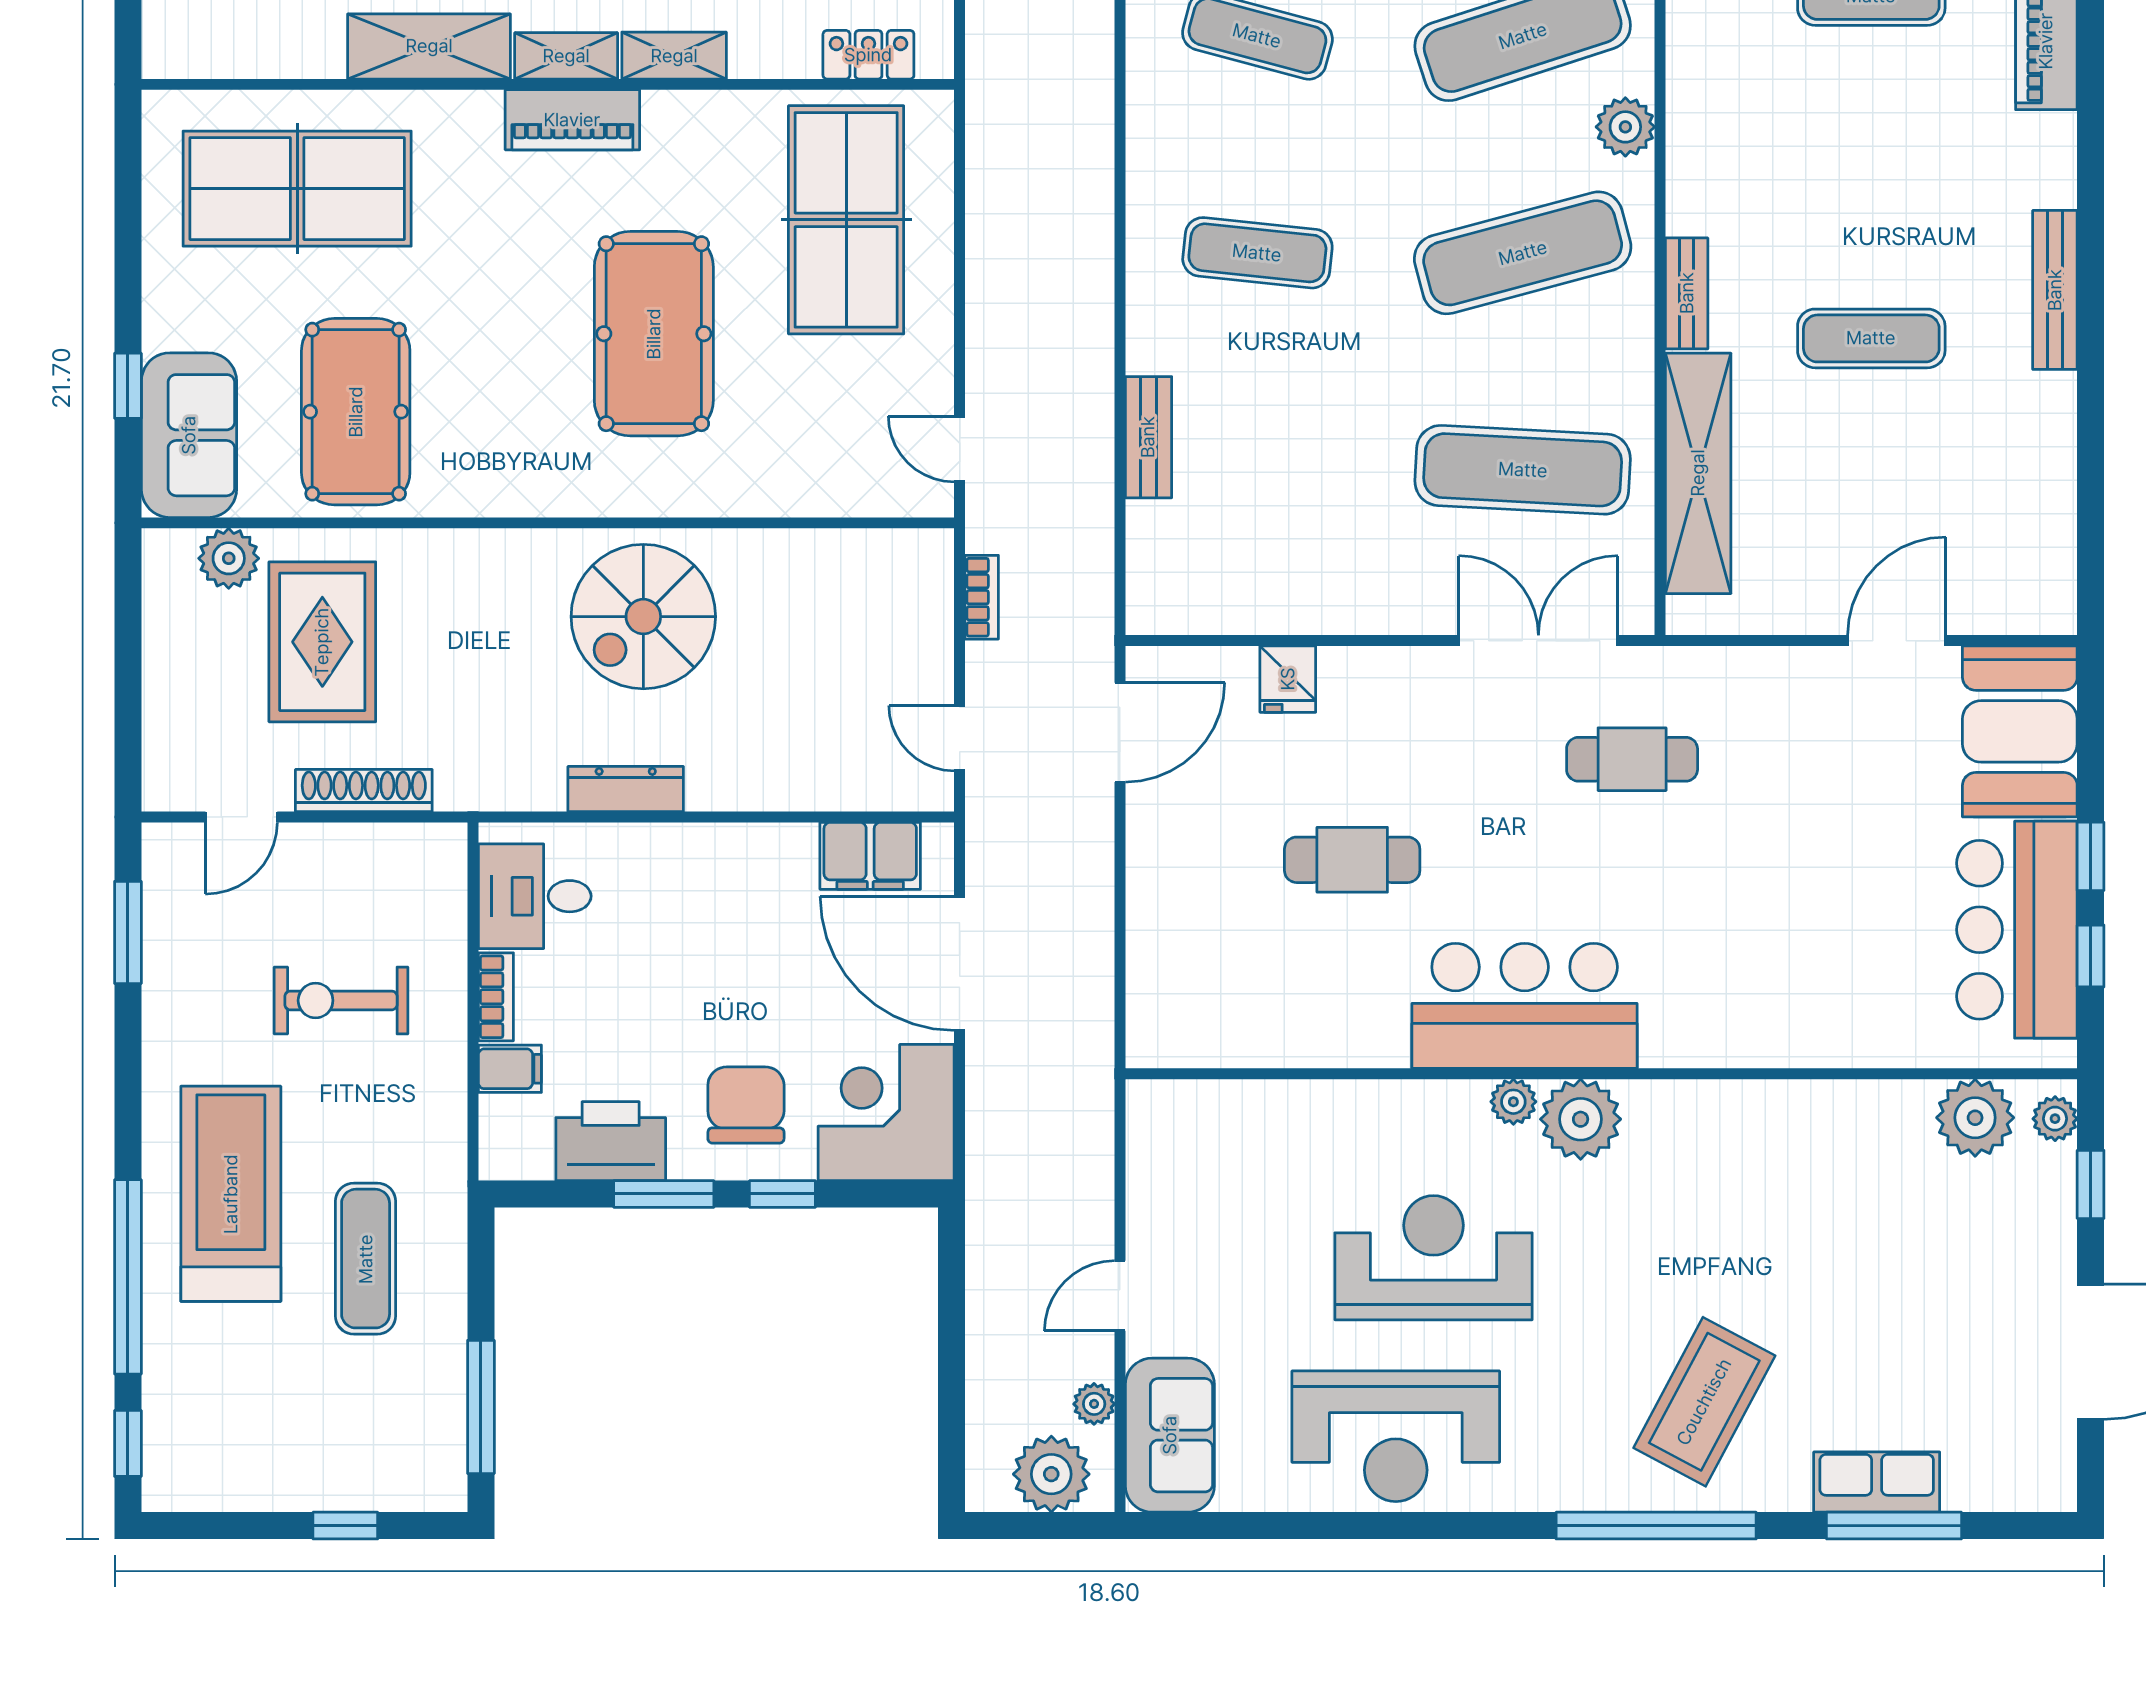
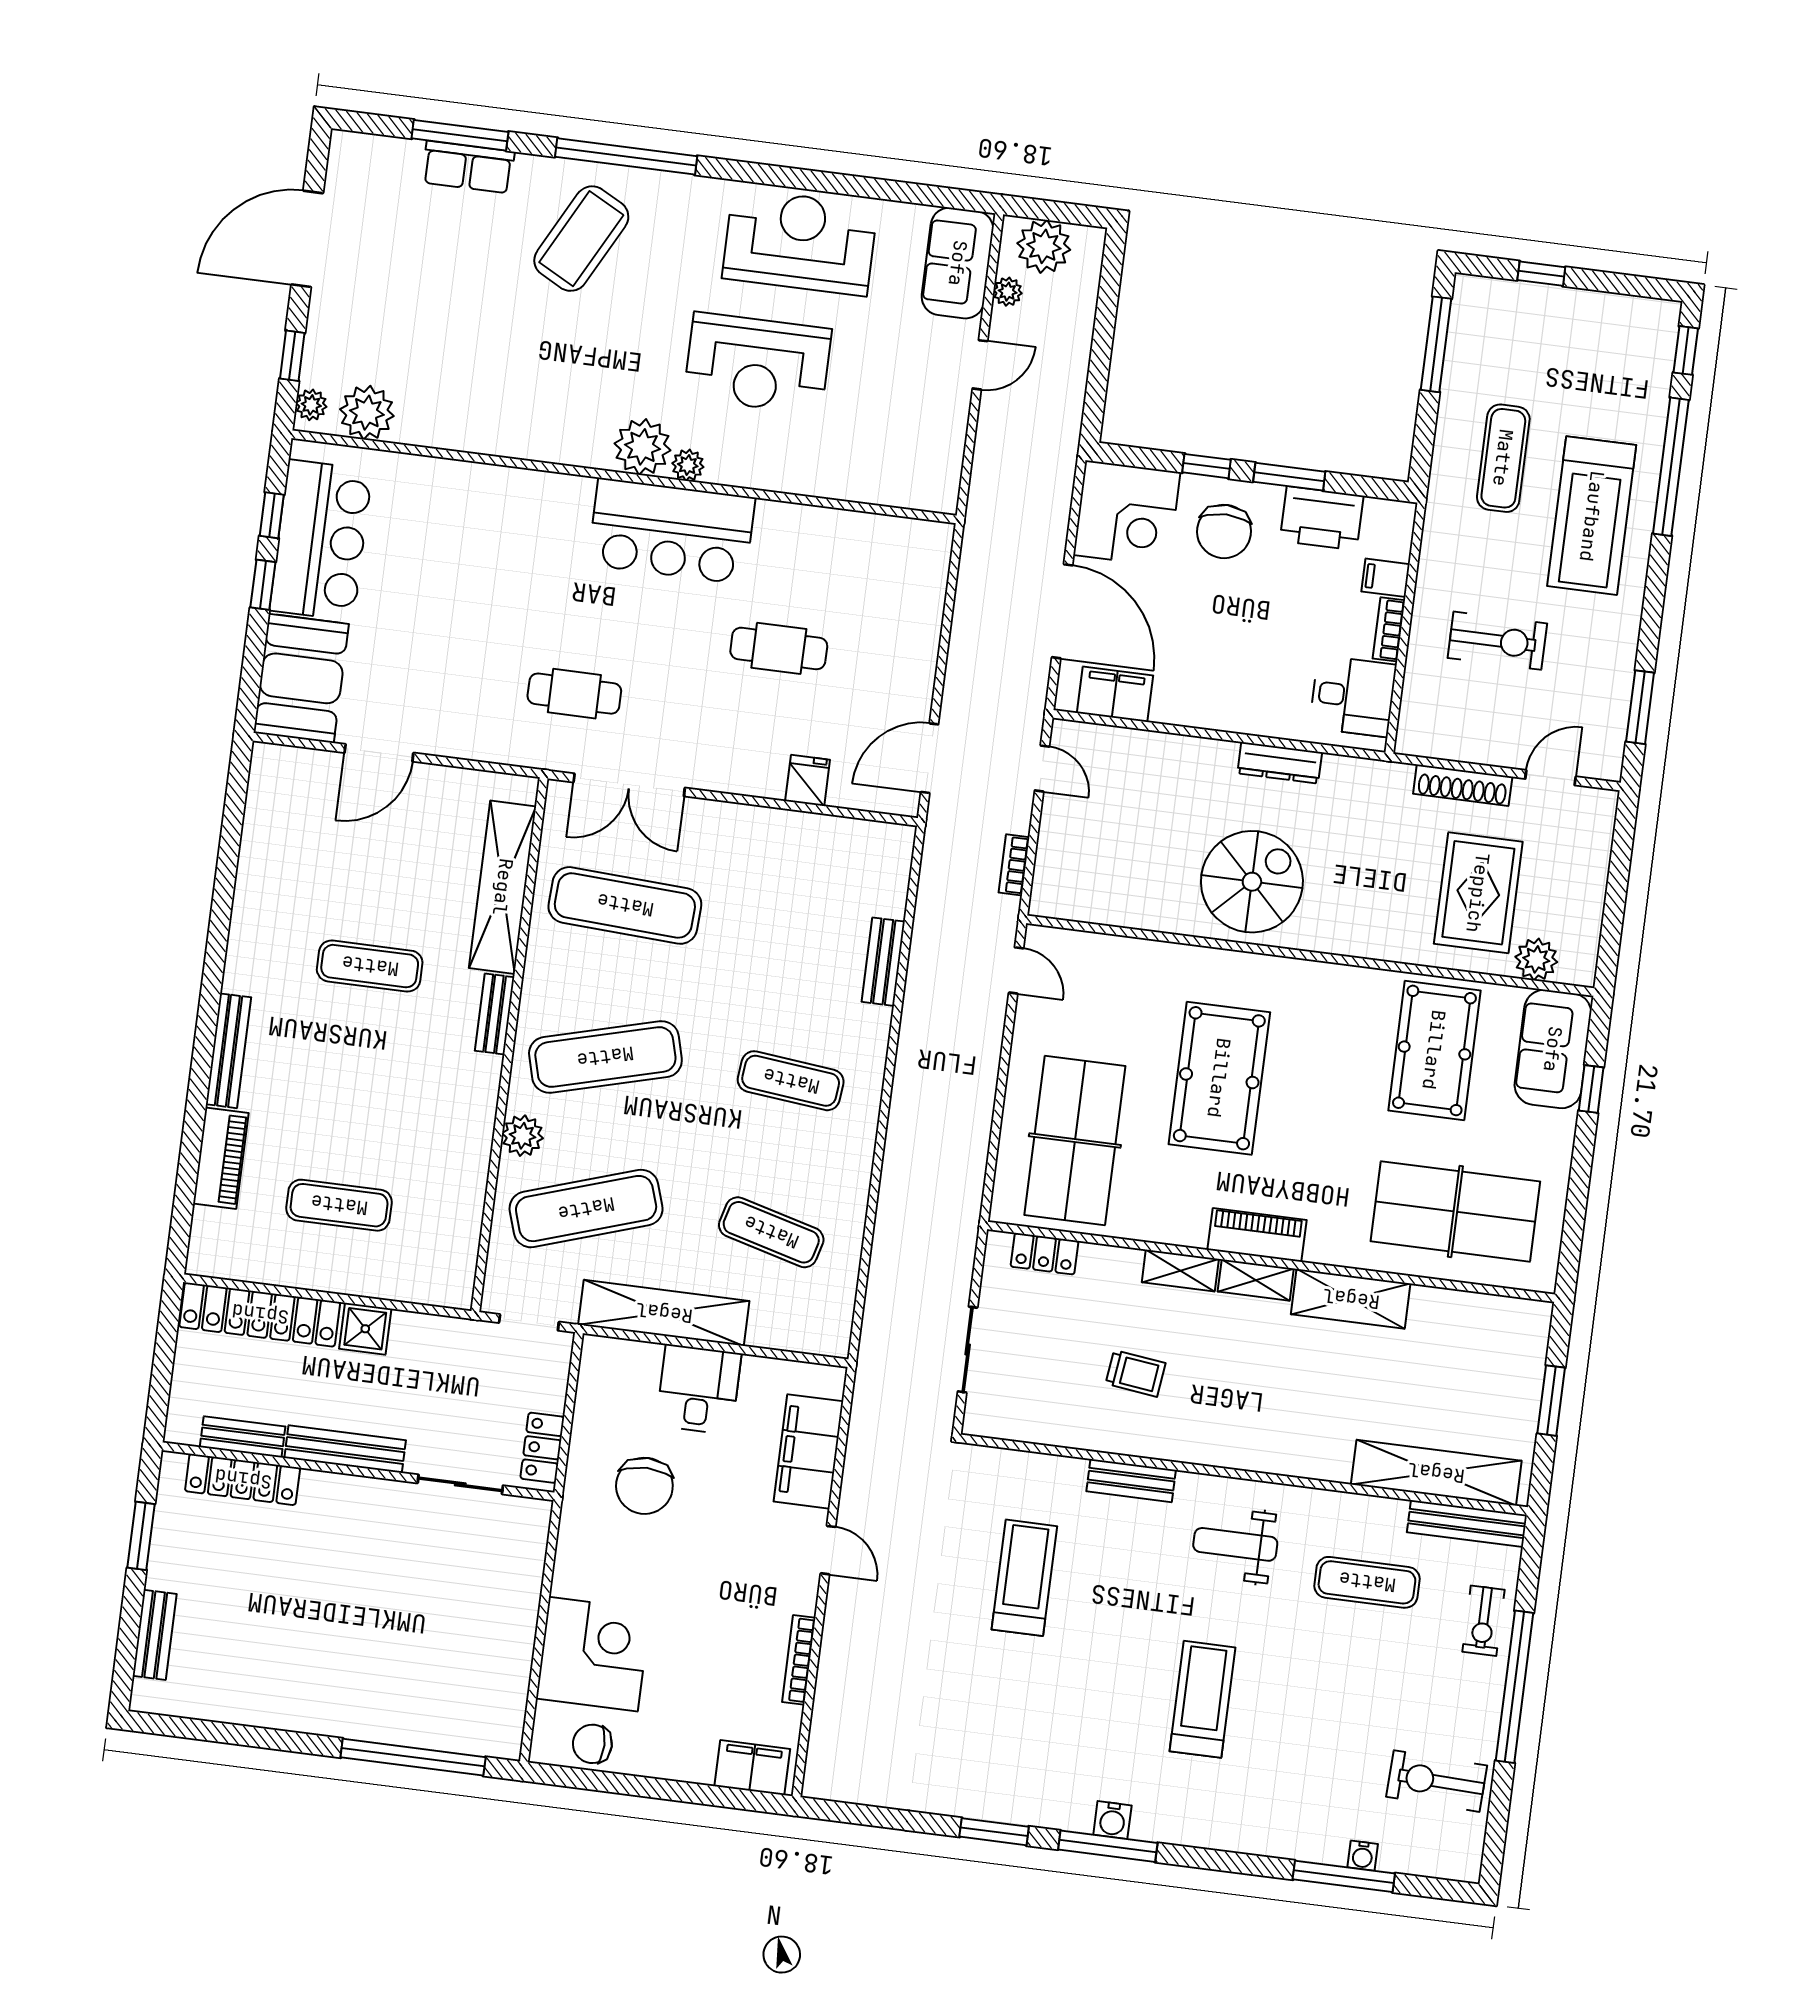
bench: (2055, 290) -> (228, 1051), moved

